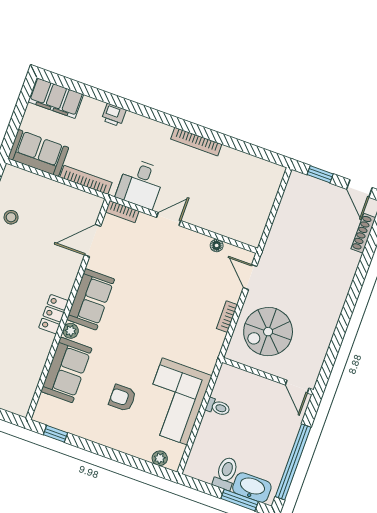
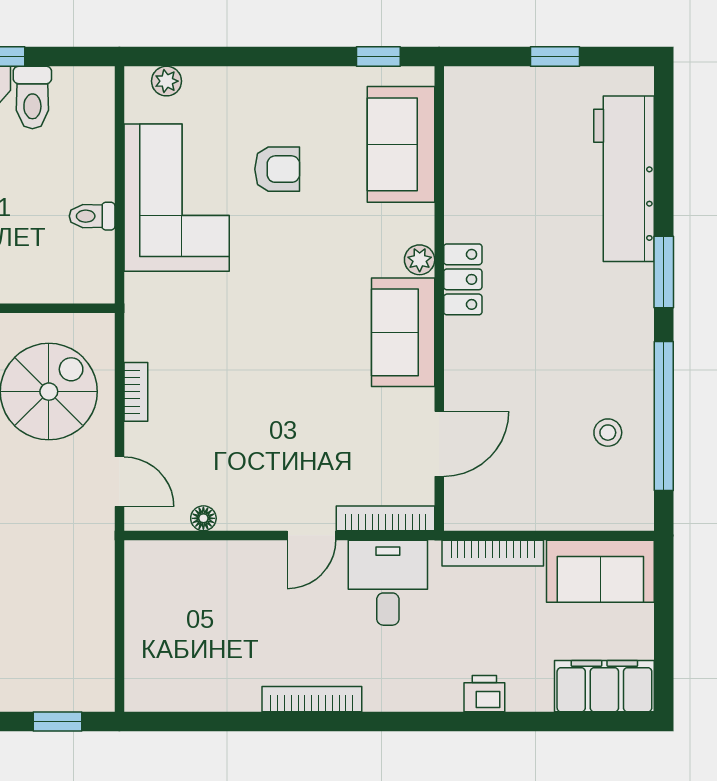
bookcase: (122, 211) -> (386, 518), width x1.56
sofa: (66, 370) -> (401, 144), moved

